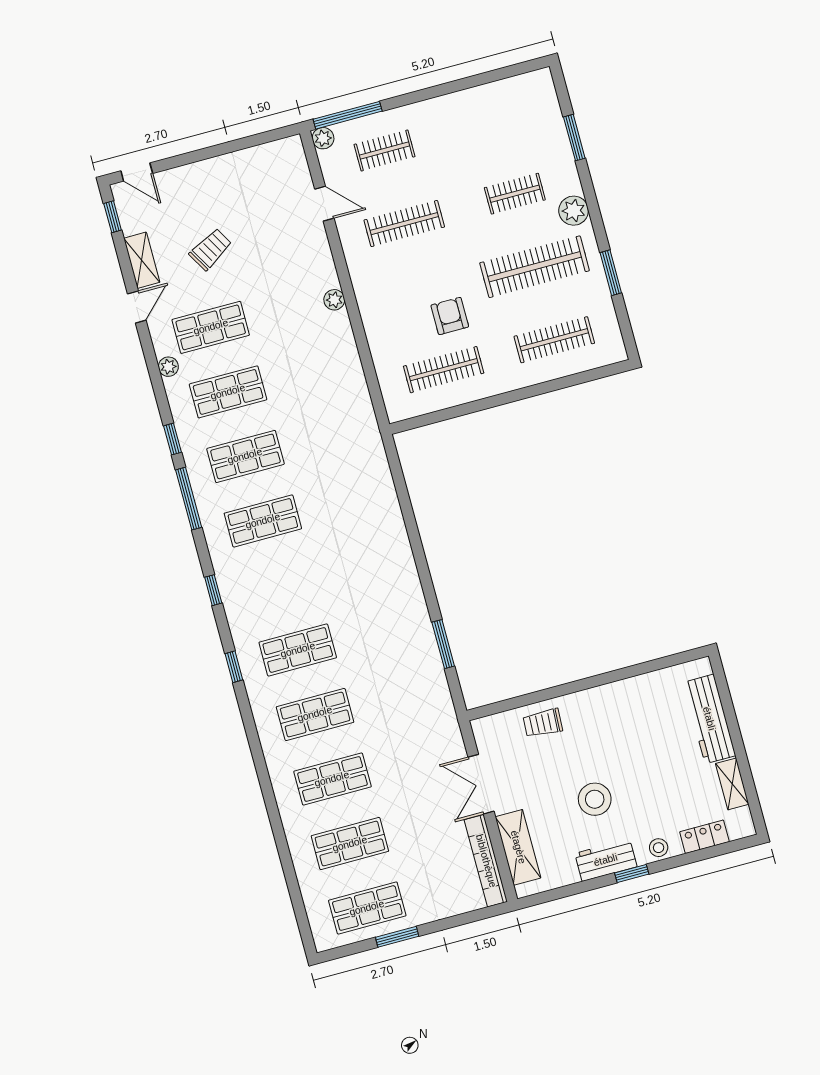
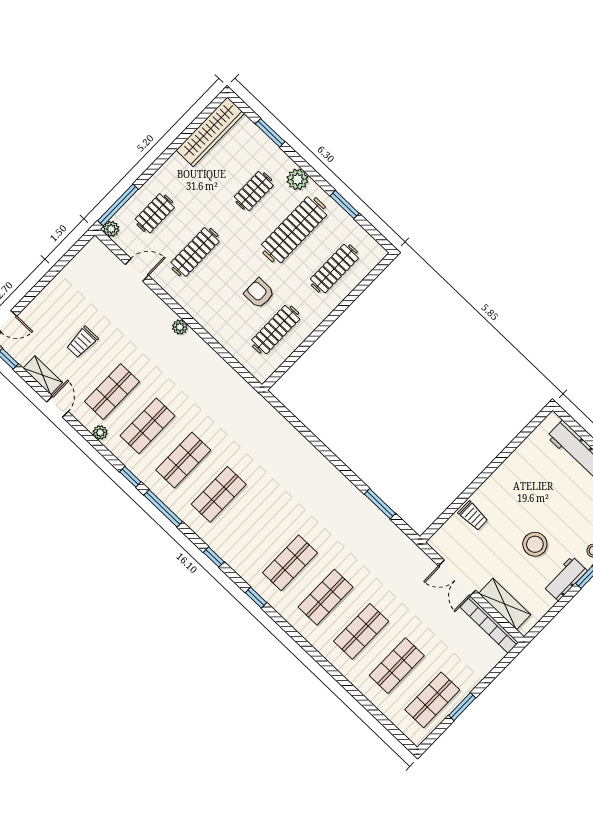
wardrobe: (506, 95) -> (210, 132), added
trolley: (211, 249) -> (82, 342), turned -150
trolley: (543, 723) -> (473, 516), turned -93

